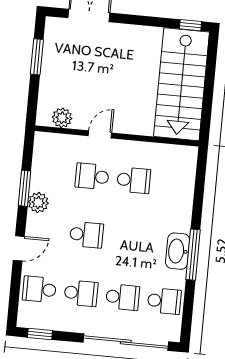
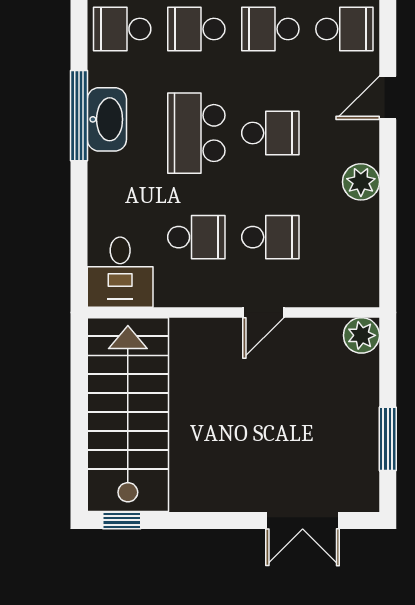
plant: (62, 118) -> (361, 335), moved
desk: (178, 165) -> (120, 272), added
school desk: (134, 180) -> (196, 237), turned 180
window: (24, 188) -> (388, 205), removed
school desk: (87, 235) -> (270, 133), turned 180
school desk: (128, 239) -> (196, 133), added

